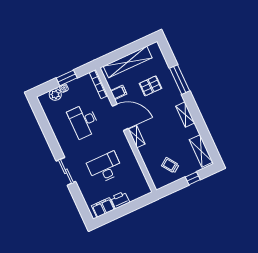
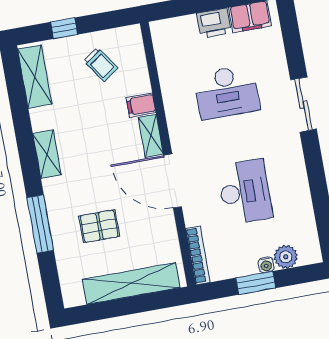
filing cabinet: (119, 92) -> (141, 105), moved

